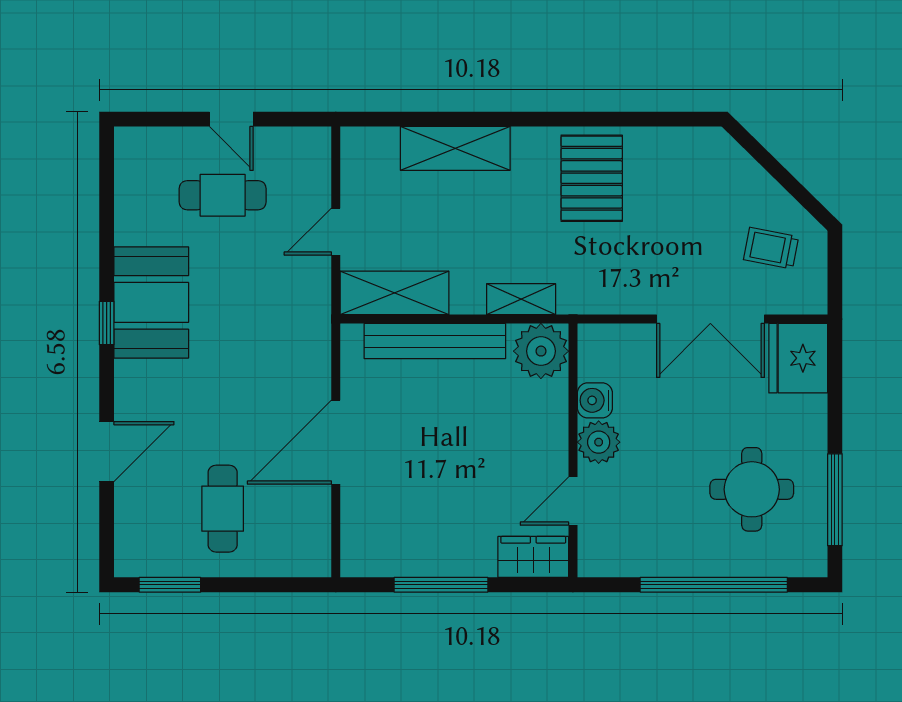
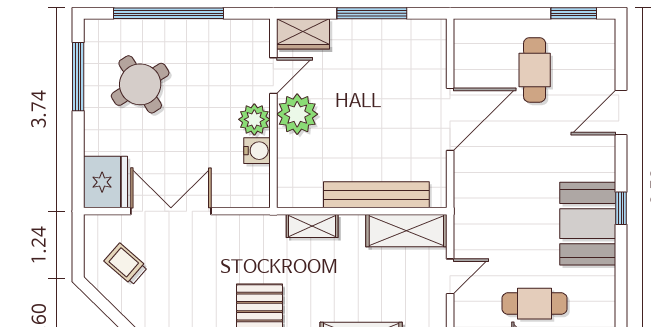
trolley: (771, 248) -> (126, 264), turned -150
plant: (541, 351) -> (297, 114), moved
round table: (752, 489) -> (140, 84), turned -32

